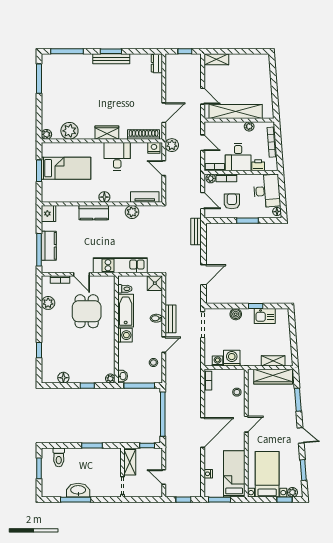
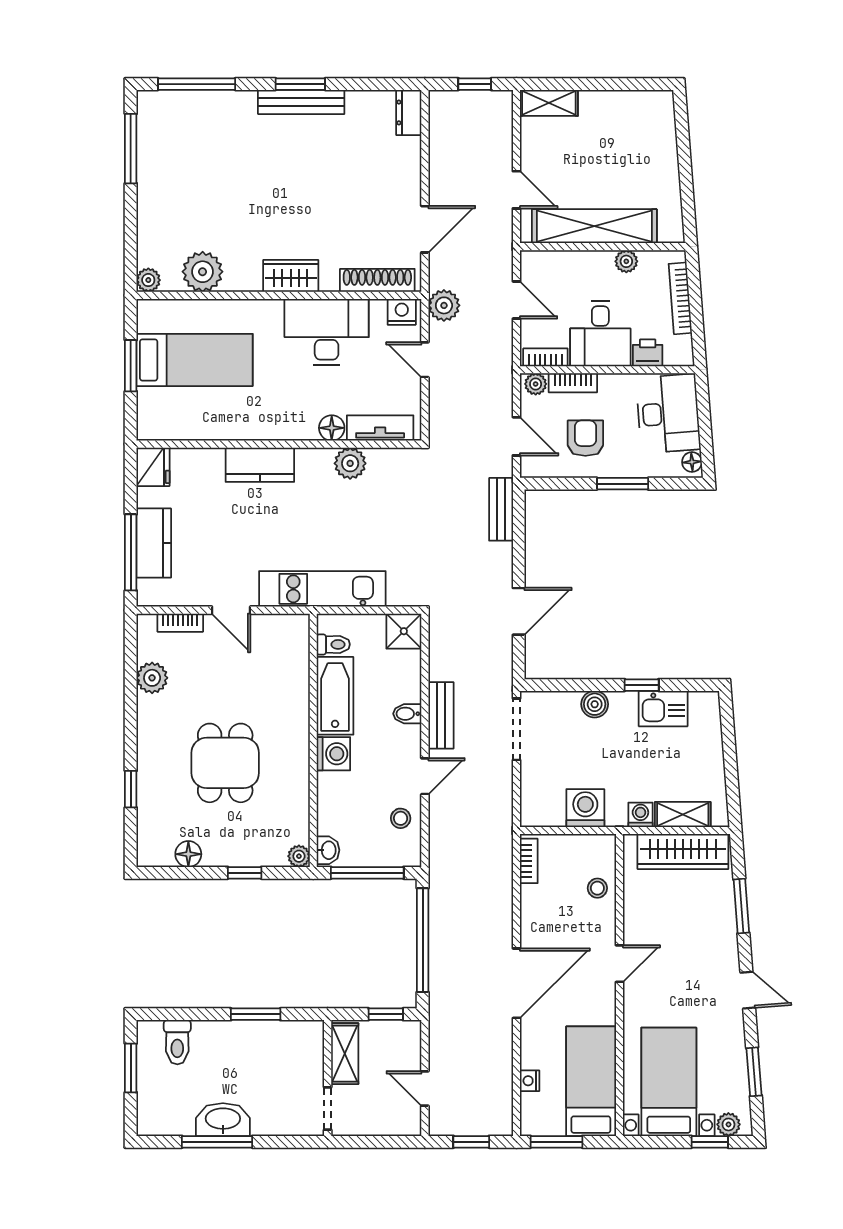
desk: (117, 156) -> (327, 332), width x1.37
floor lamp: (104, 197) -> (332, 428), moved
dining table: (87, 311) -> (225, 763), moved
washing machine: (218, 361) -> (640, 815), moved

